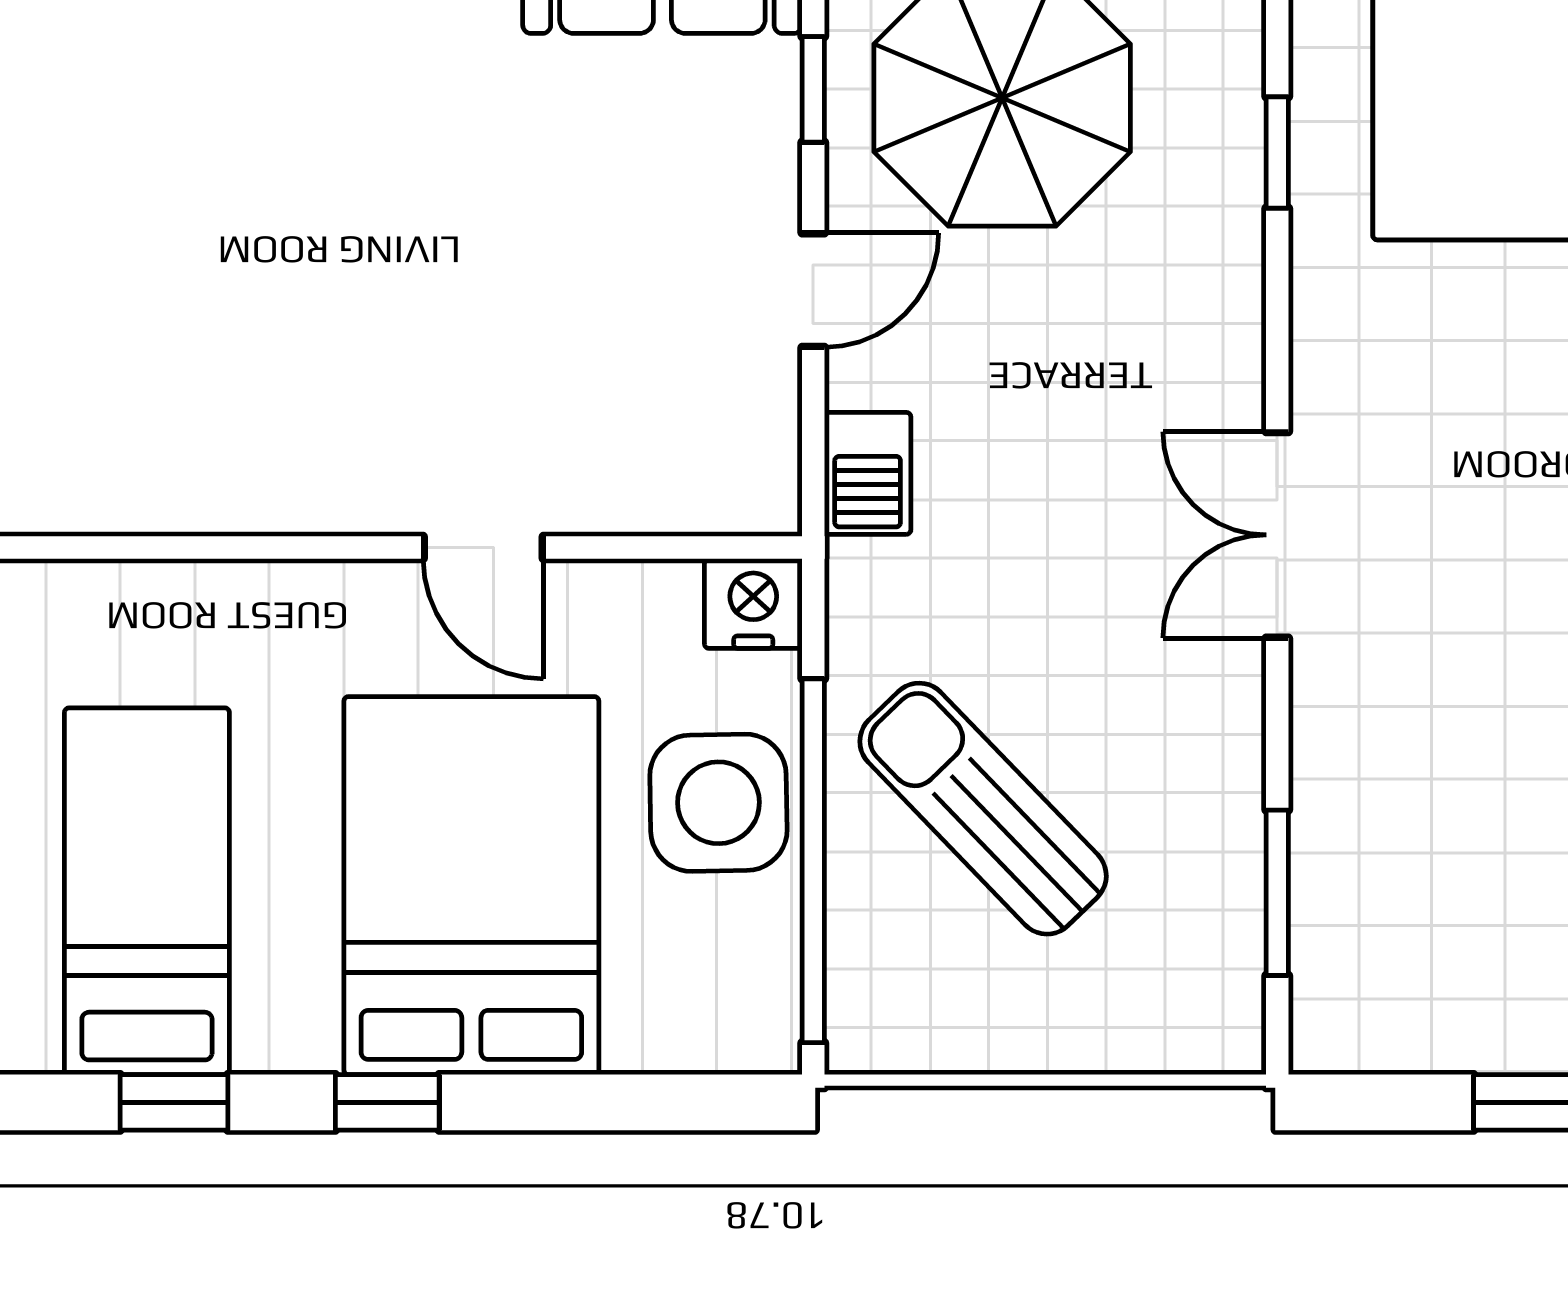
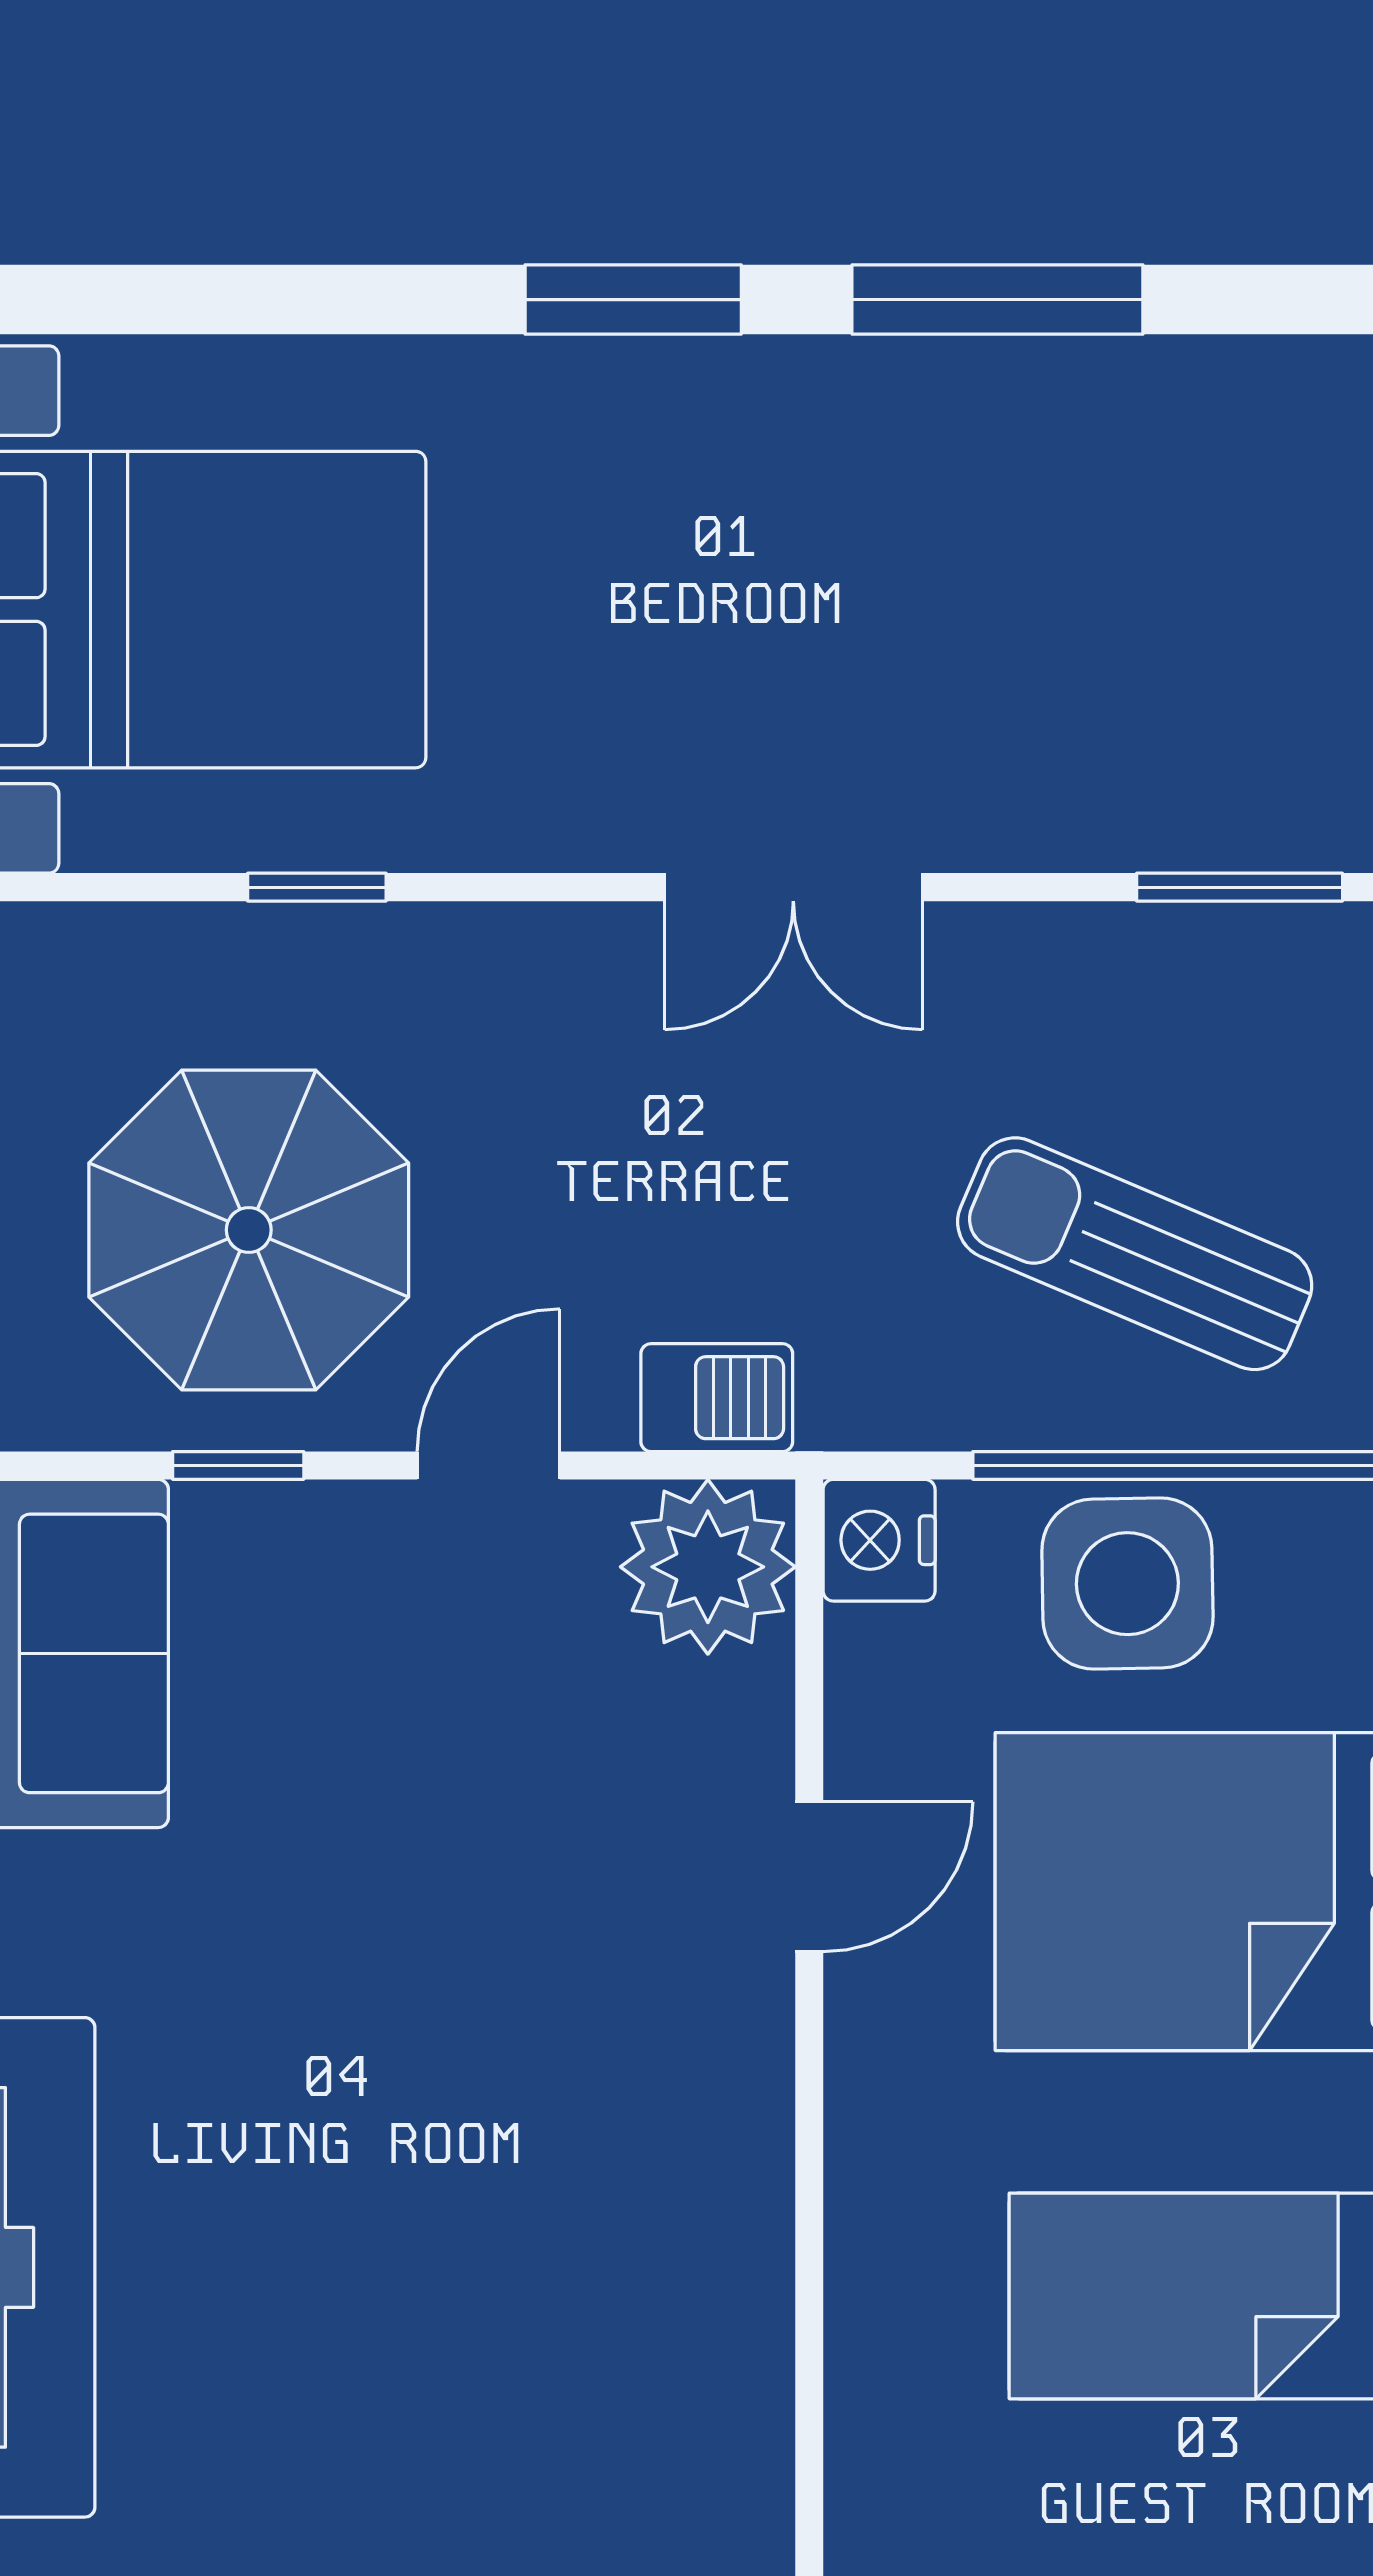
door: (813, 290) -> (489, 1465), hinge flipped
plant: (732, 466) -> (708, 1567), added
sun lounger: (983, 809) -> (1135, 1254), turned 67

